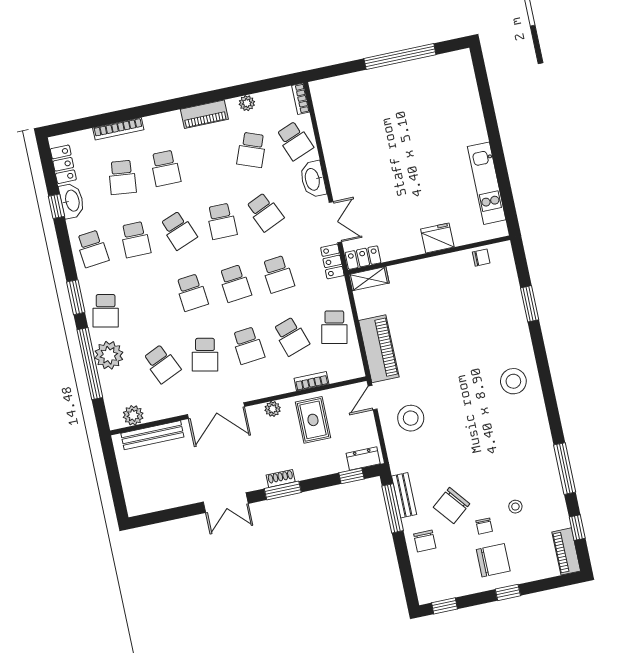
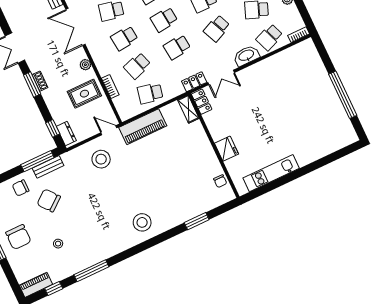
chair: (484, 526) -> (40, 226), removed

